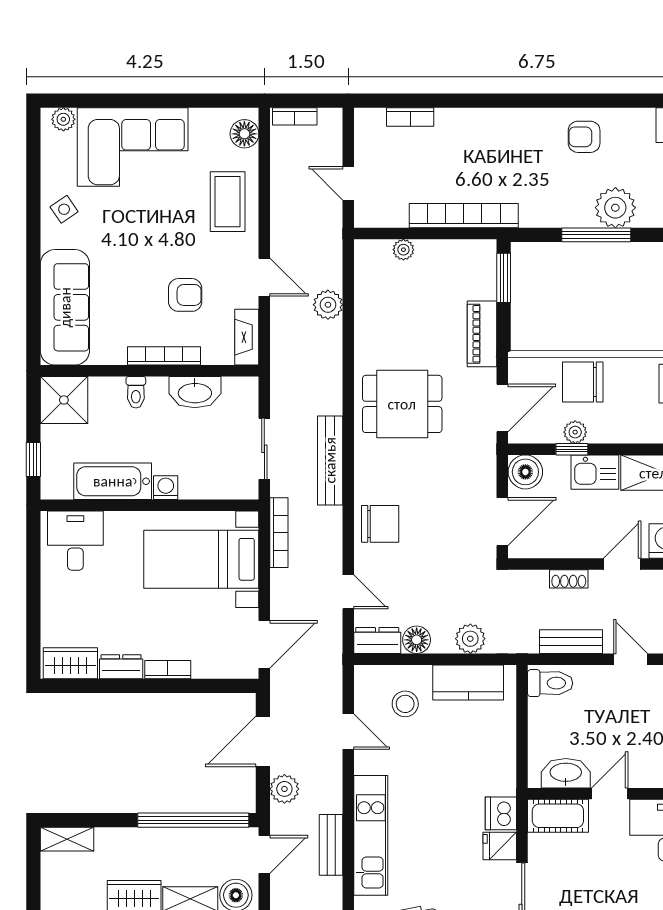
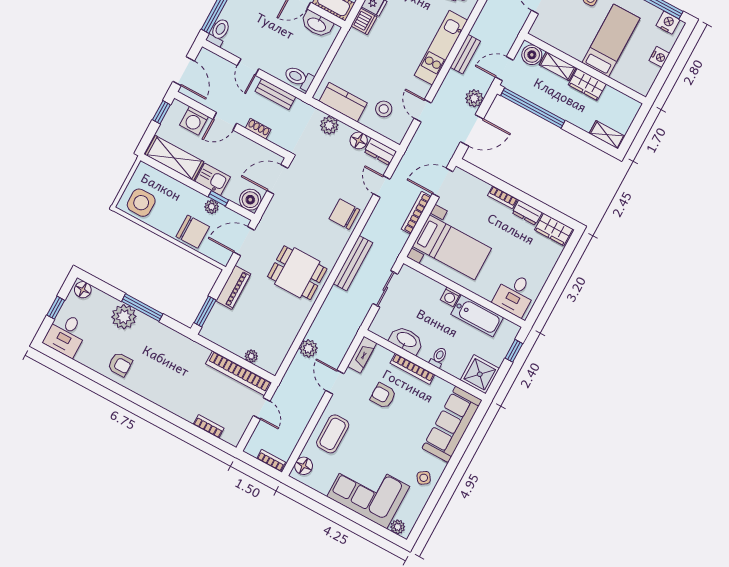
bookcase: (464, 216) -> (239, 373), moved
bookcase: (279, 533) -> (416, 213), moved

